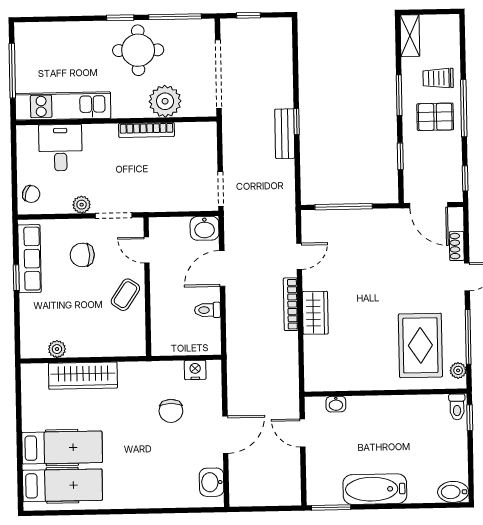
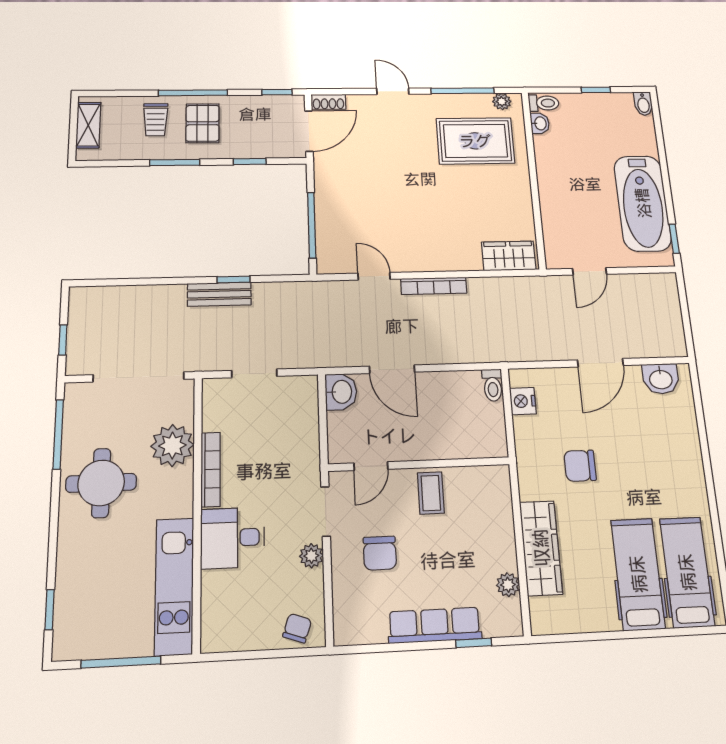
window: (120, 18) -> (50, 610), moved
shelving: (410, 36) -> (88, 125), moved, turned 90
window: (297, 122) -> (234, 280), moved
desk: (60, 148) -> (232, 538), moved
doorway: (221, 189) -> (254, 373), moved
shoe rack: (457, 246) -> (328, 102), moved
row of seats: (29, 259) -> (435, 625), moved
window: (16, 278) -> (474, 643), moved
coffee table: (125, 295) -> (431, 493), turned 56
toilet: (208, 310) -> (493, 385), moved
wardrobe: (315, 313) -> (509, 256), moved
washbasin: (336, 404) -> (540, 123), moved
chair: (171, 411) -> (580, 466), moved, turned 180
window: (470, 418) -> (596, 90), moved
door: (225, 435) -> (600, 363), swing flipped
bathtub: (375, 489) -> (643, 203), width x1.36, depth x1.36
bidet: (453, 492) -> (643, 104), width x0.72, depth x0.74
window: (331, 507) -> (674, 239), width x0.67

